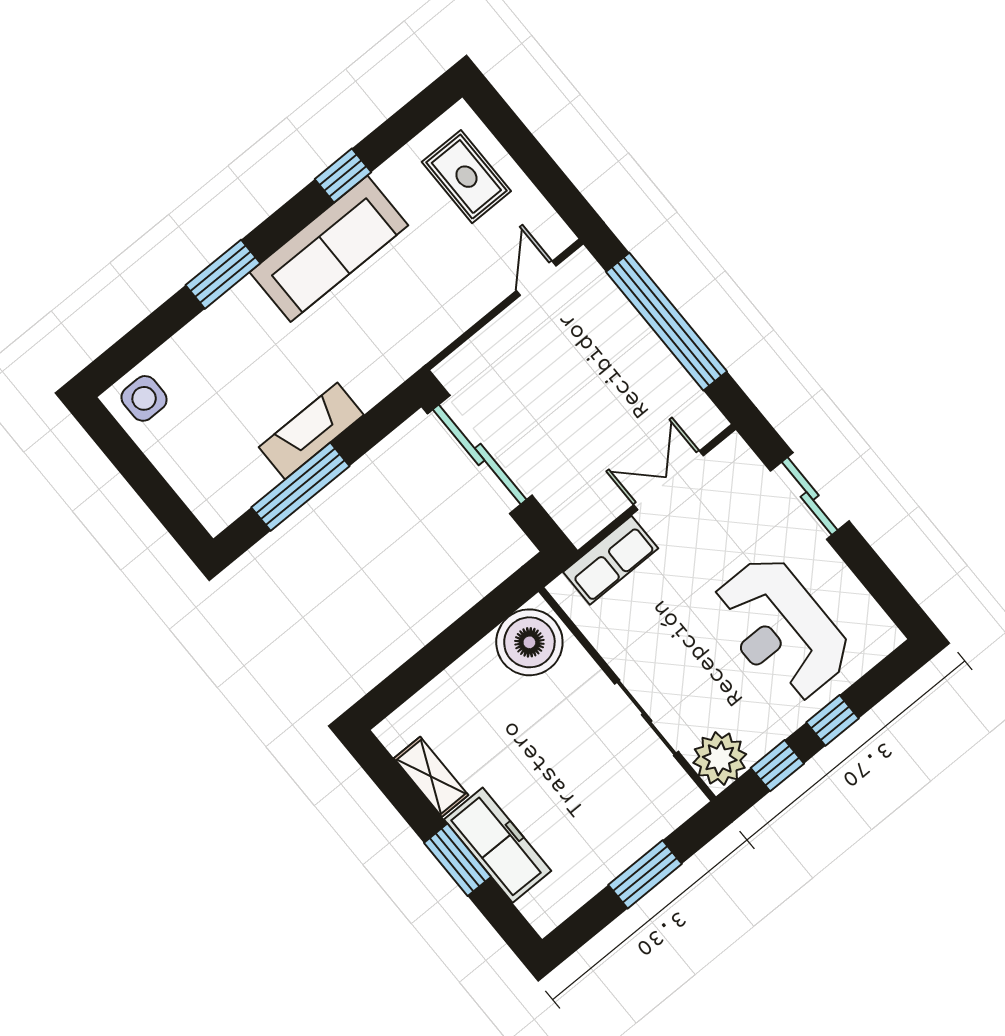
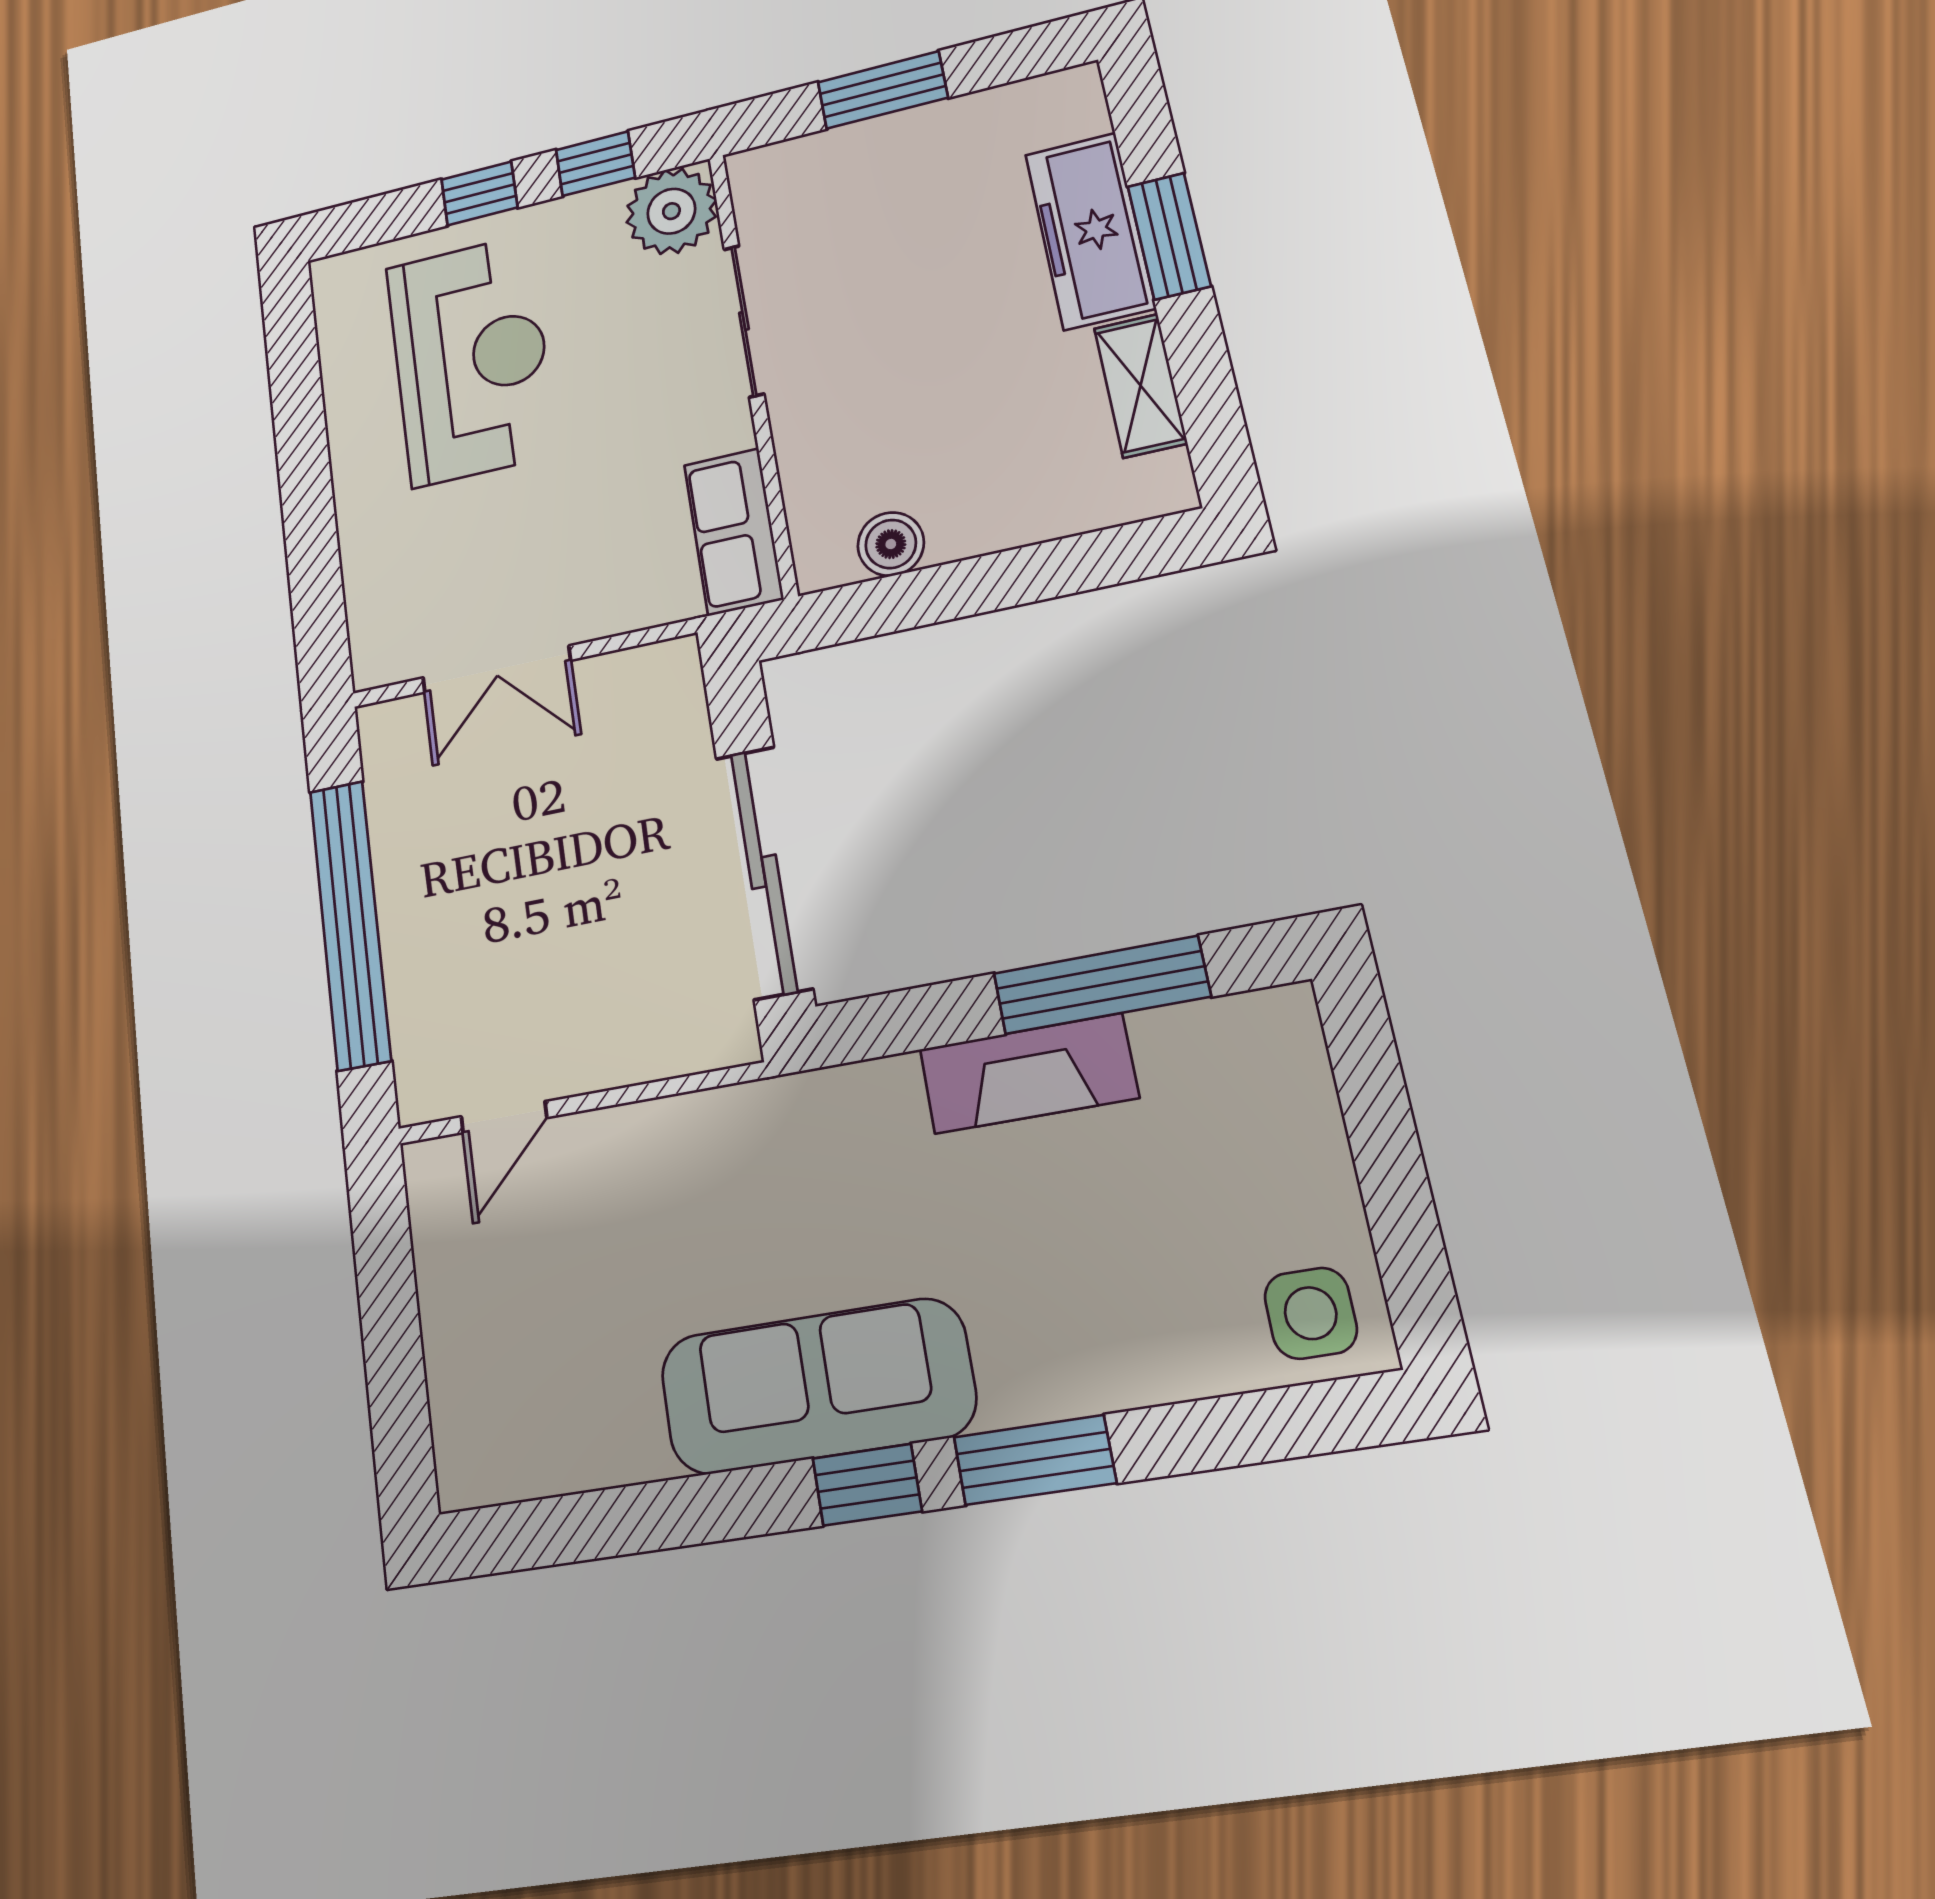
window: (343, 176) -> (867, 1485), moved
rug: (466, 177) -> (513, 1367), removed
sliding door: (810, 496) -> (311, 536), removed
row of seats: (611, 560) -> (734, 532), moved, turned -90
boiler: (529, 642) -> (891, 544), width x0.54, depth x0.54

